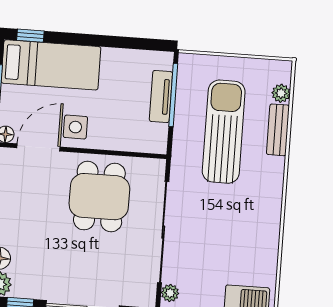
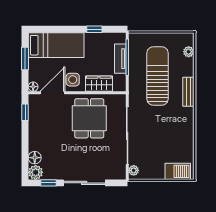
window: (30, 36) -> (94, 29), moved
bench: (278, 130) -> (188, 92), moved
wardrobe: (121, 137) -> (99, 84), added

